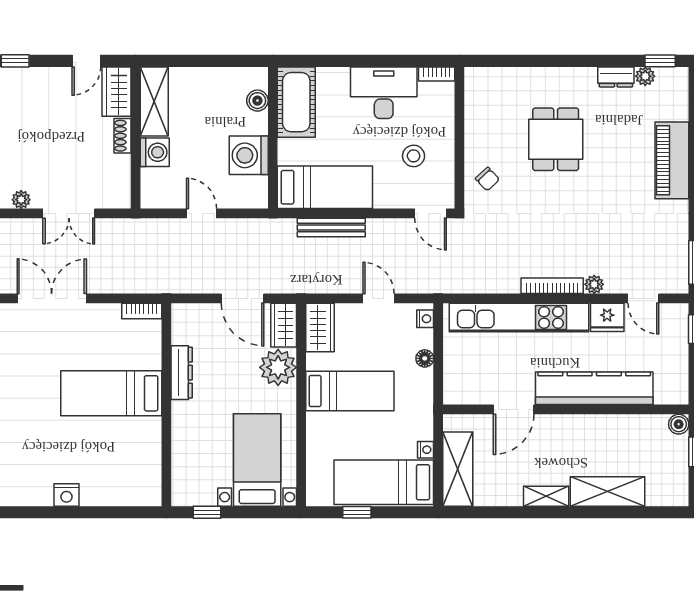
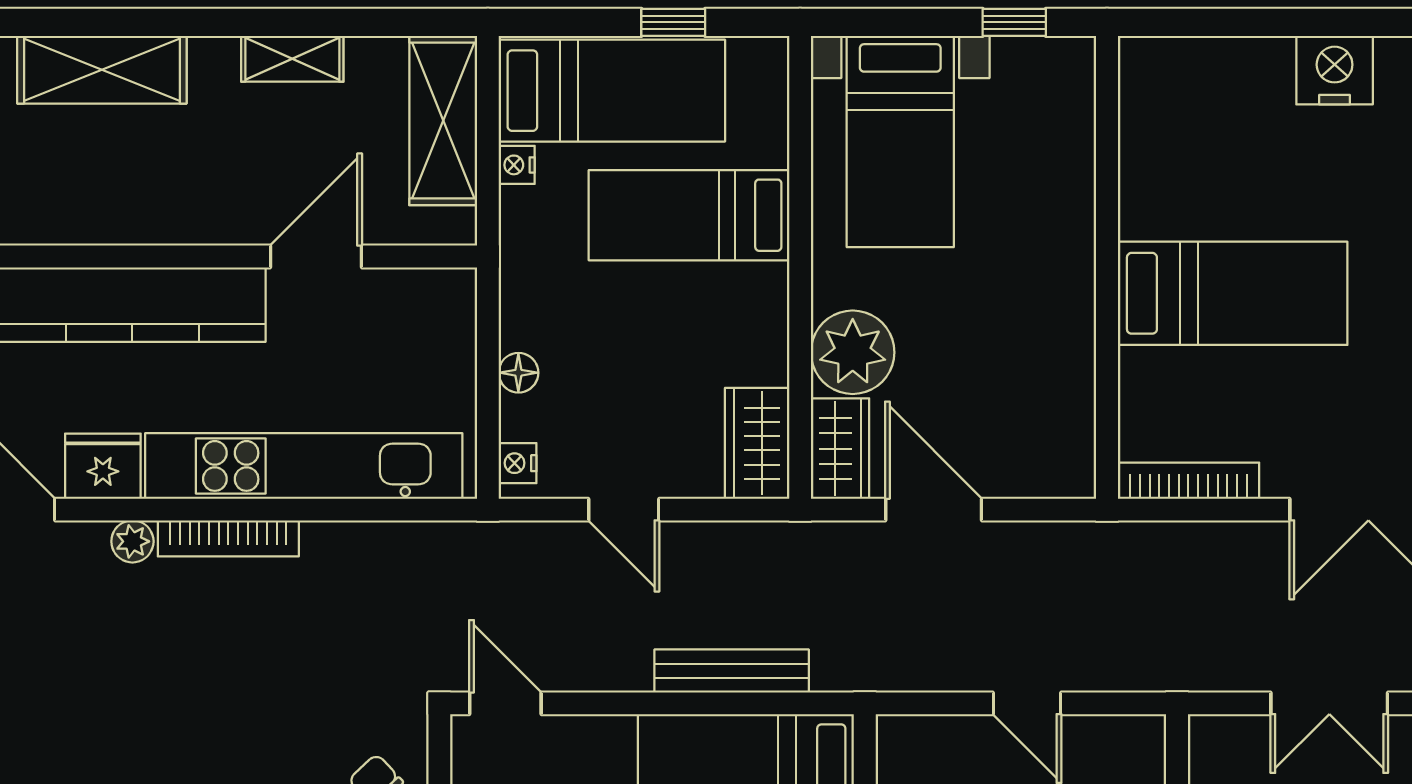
double door: (69, 213) -> (1329, 703), swing flipped
bookcase: (142, 311) -> (1188, 481), width x1.56
dresser: (182, 373) -> (1072, 340), removed
bed: (350, 391) -> (689, 215), moved
nightstand: (67, 495) -> (1335, 70), width x1.36, depth x1.33
shelving: (546, 496) -> (292, 59), moved

